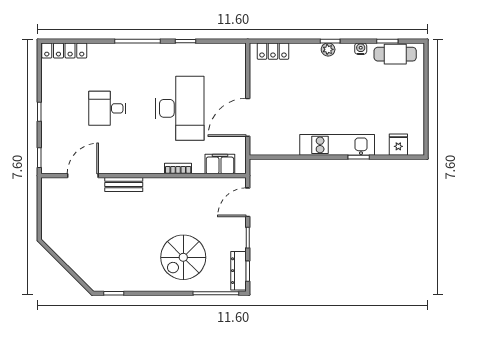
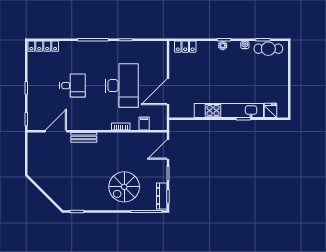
desk: (107, 108) -> (72, 86), turned 180
kitchen unit: (337, 145) -> (229, 110), width x1.36
filing cabinet: (220, 164) -> (144, 123), width x0.50

